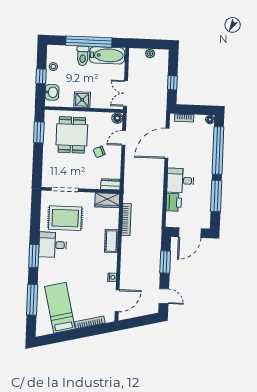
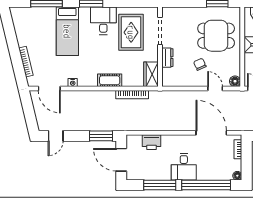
desk: (180, 181) -> (184, 167), moved, turned 180
dresser: (110, 184) -> (167, 58), moved
window: (165, 262) -> (101, 136), moved
bed: (60, 308) -> (67, 31), moved, turned 104

